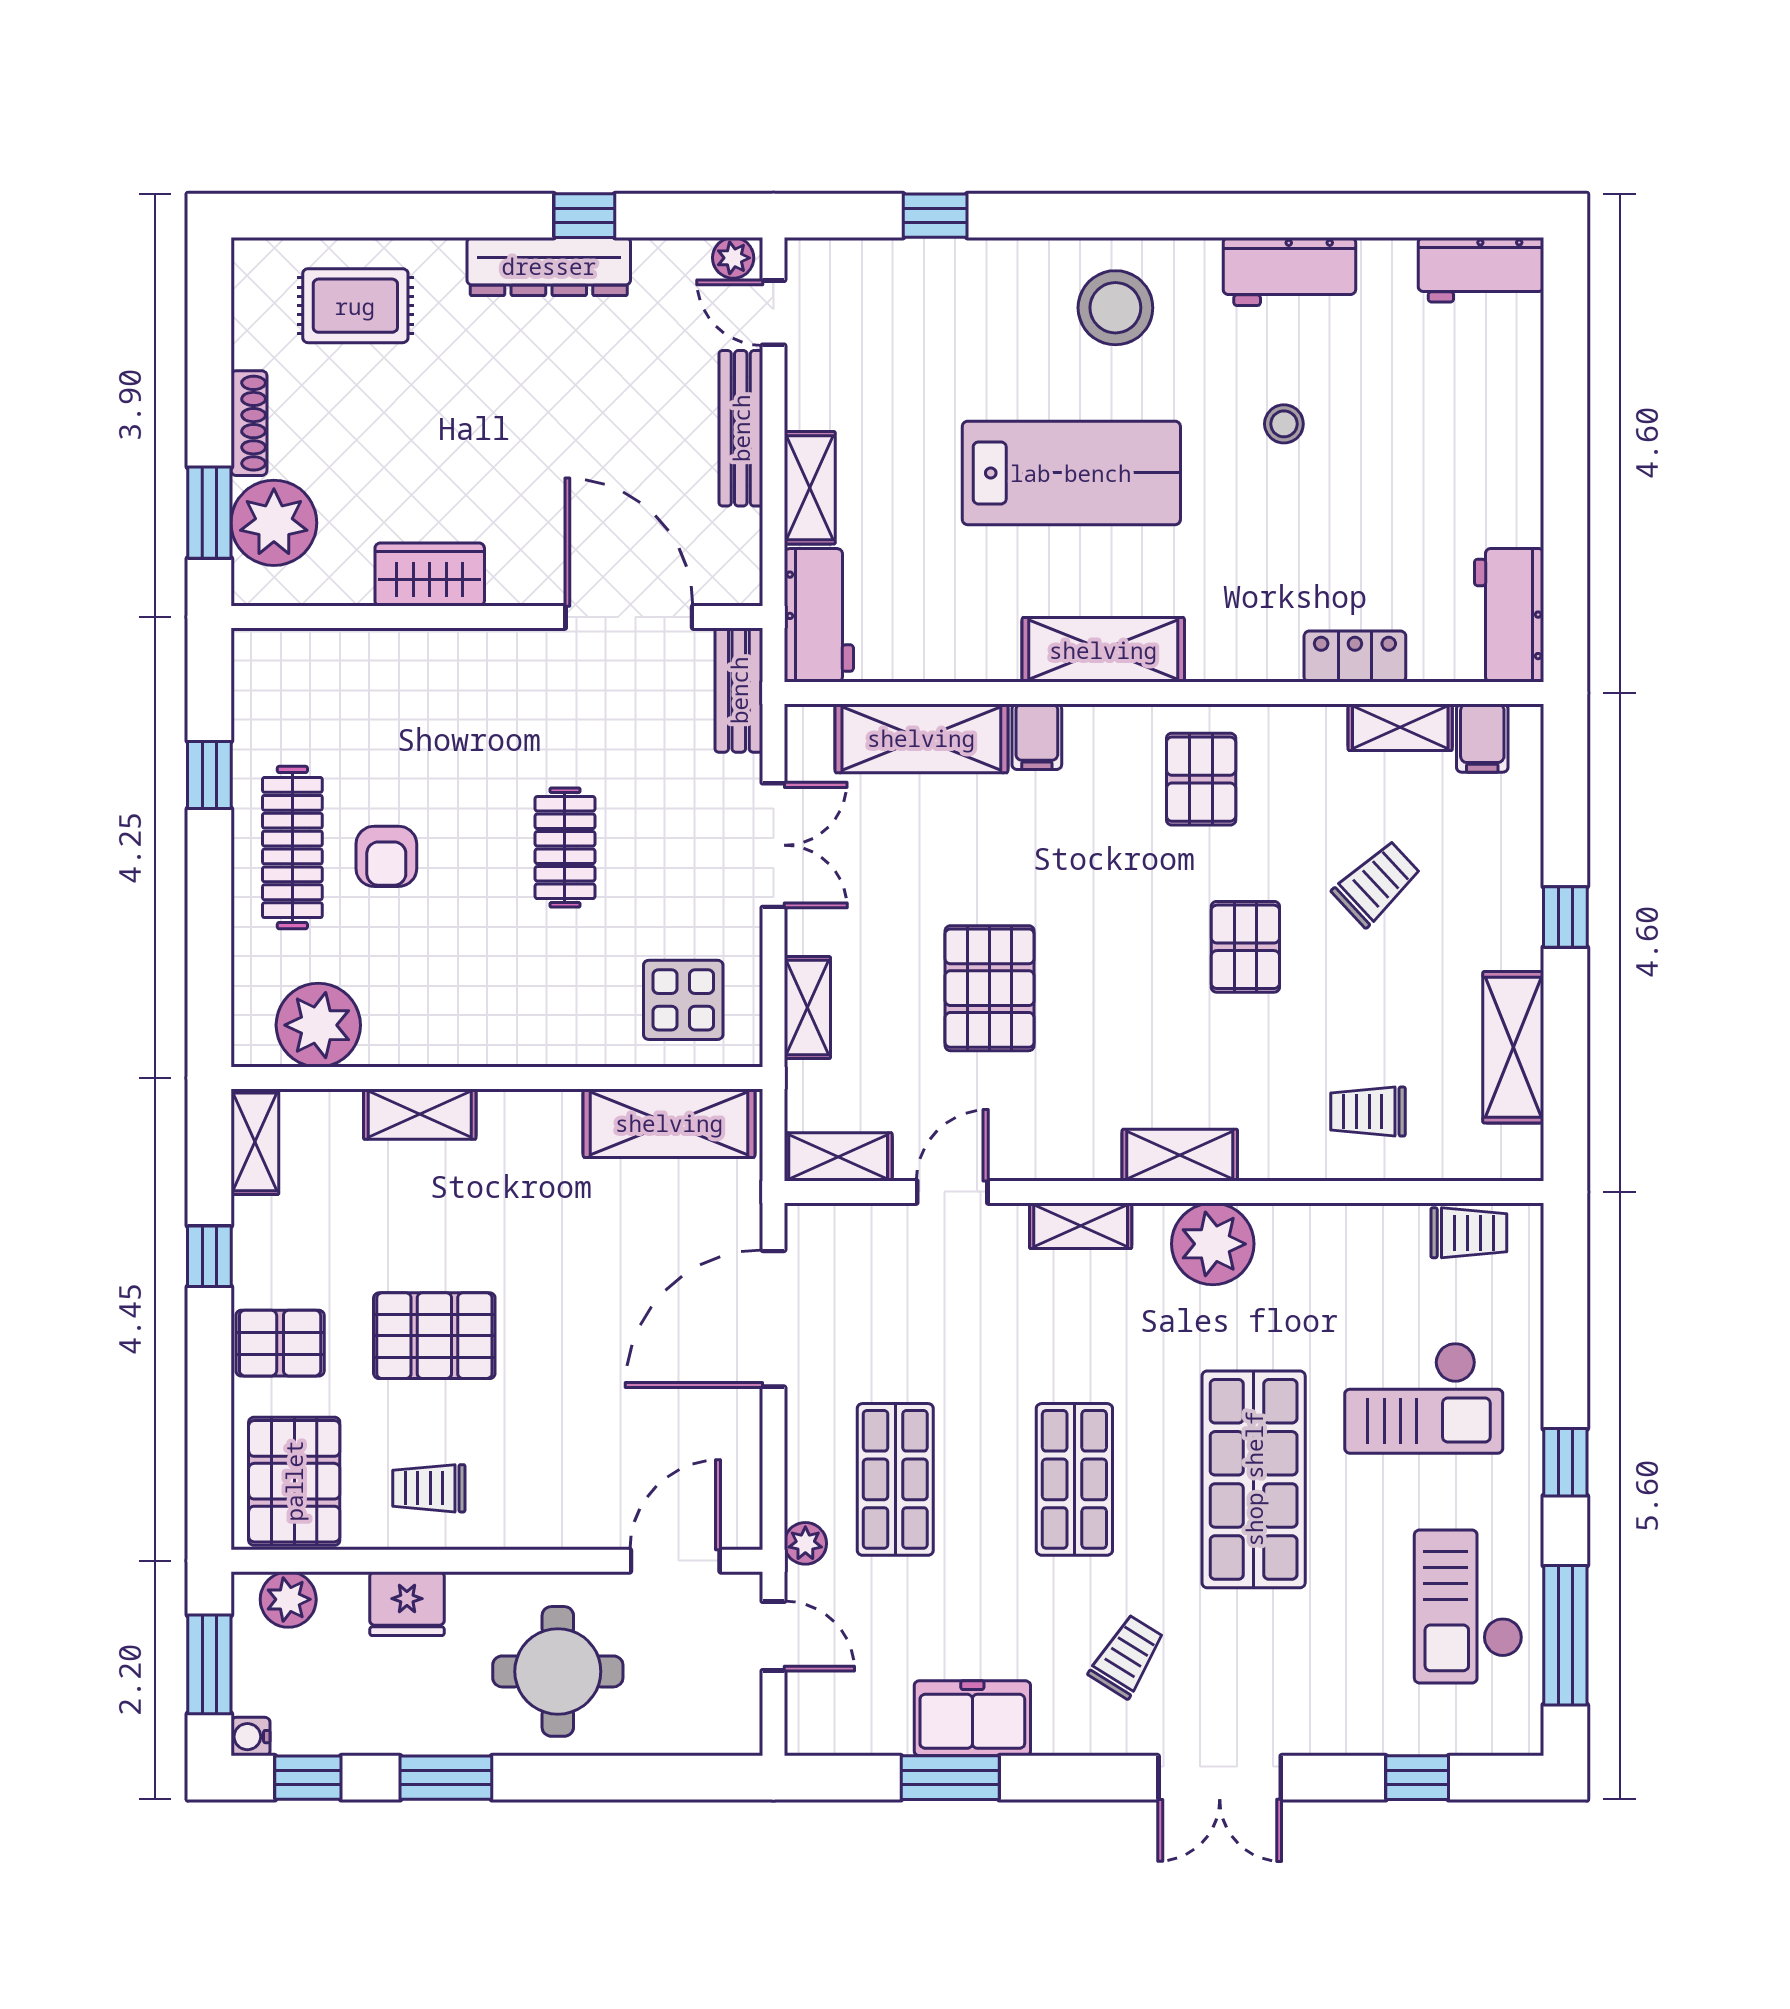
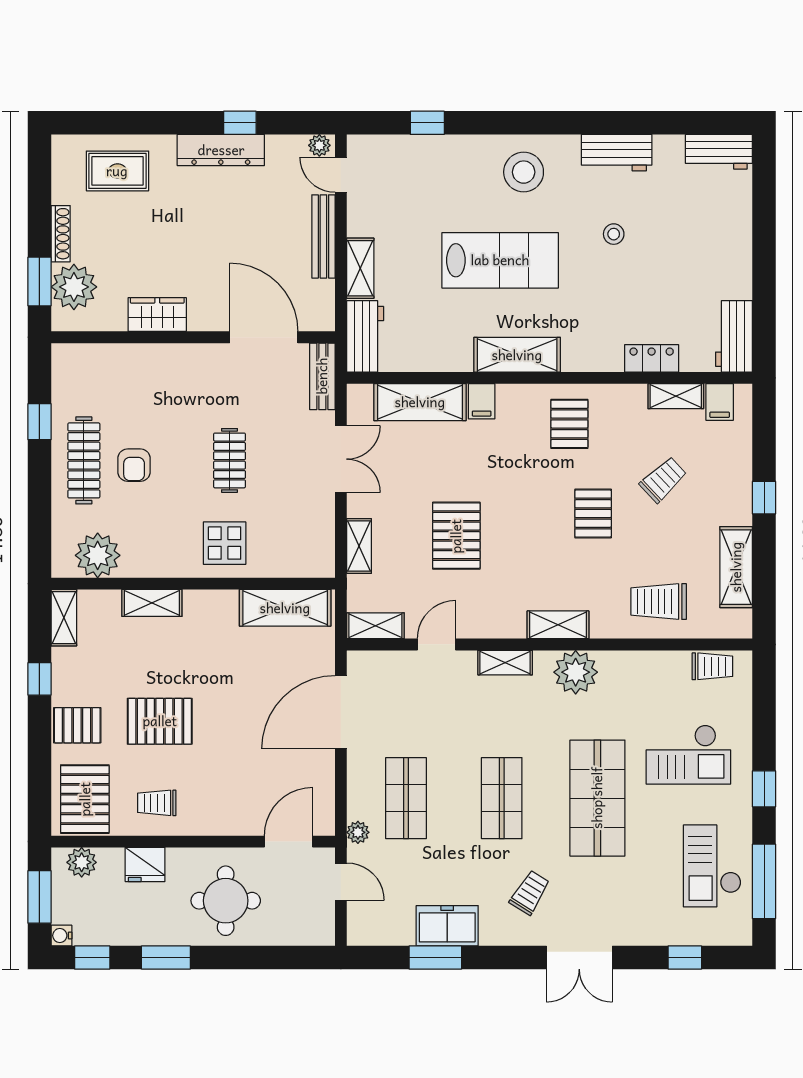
display table: (683, 1000) -> (225, 543), moved
trolley: (1368, 1112) -> (659, 602), width x1.36, depth x1.39

